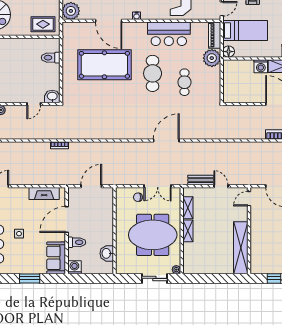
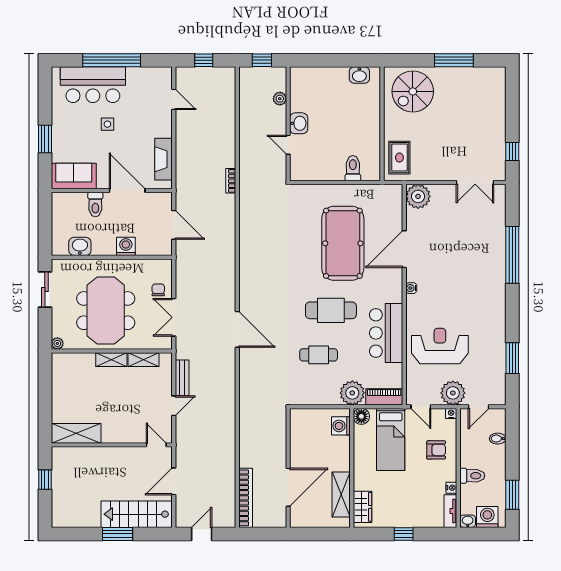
washing machine: (261, 66) -> (341, 426), moved
washbasin: (52, 97) -> (299, 123), moved
shelving: (241, 248) -> (76, 433), width x0.68
washing machine: (74, 267) -> (126, 246), moved, turned -90
sliding door: (154, 278) -> (45, 290), moved

